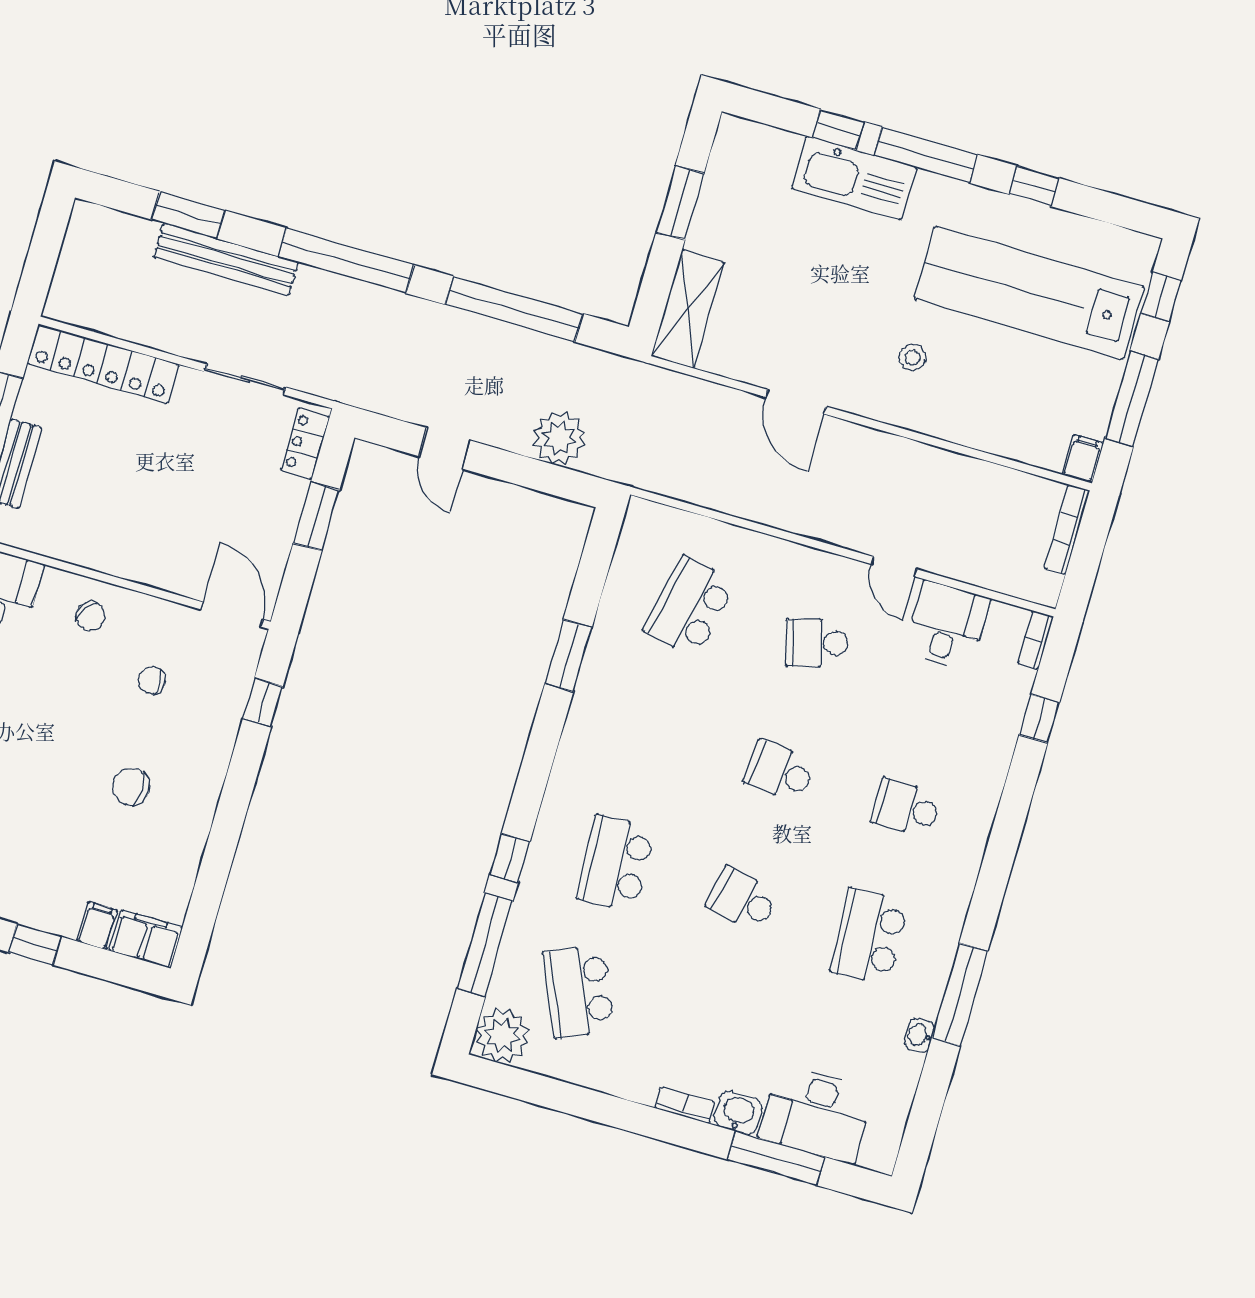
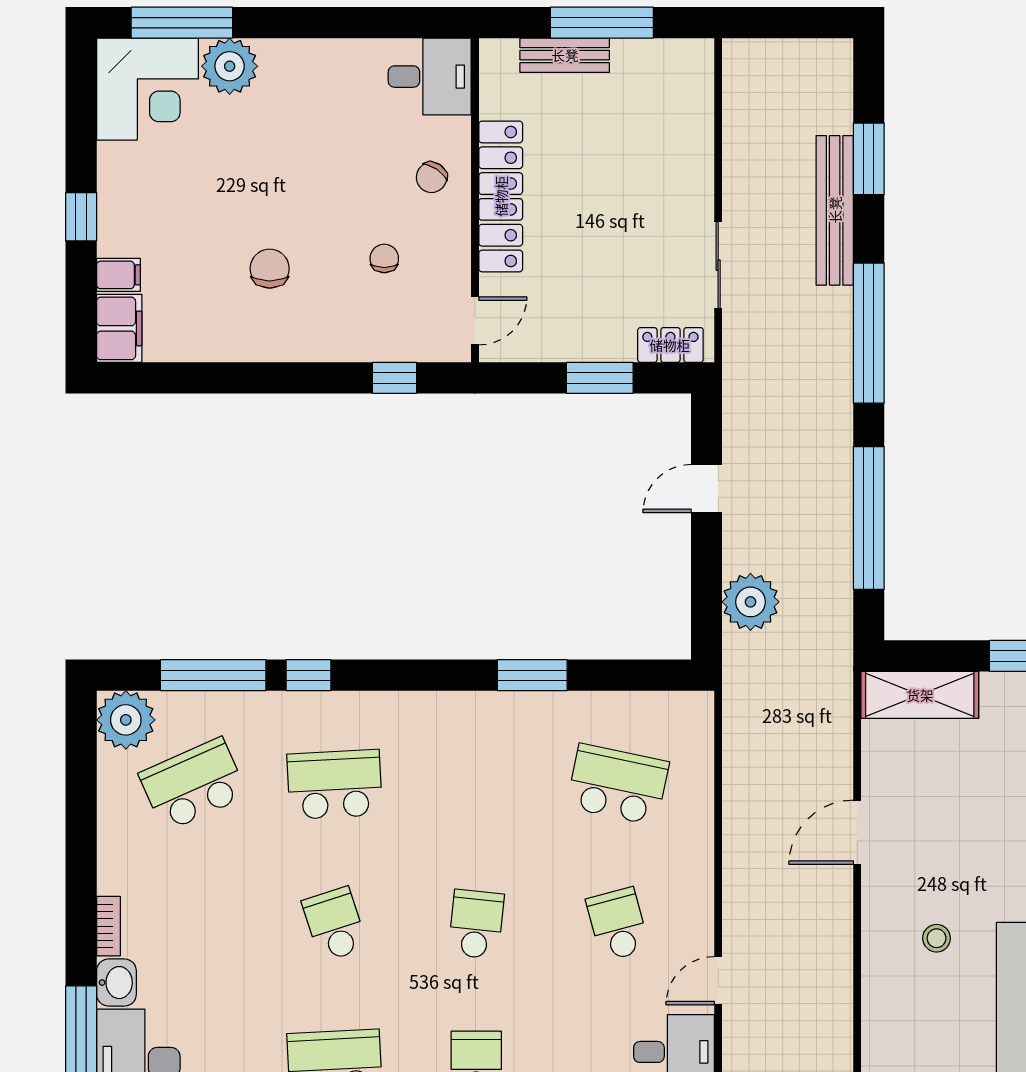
locker: (103, 364) -> (501, 196), moved, turned 180
door: (232, 615) -> (475, 321), width x0.73
school desk: (742, 900) -> (335, 924), turned -30

